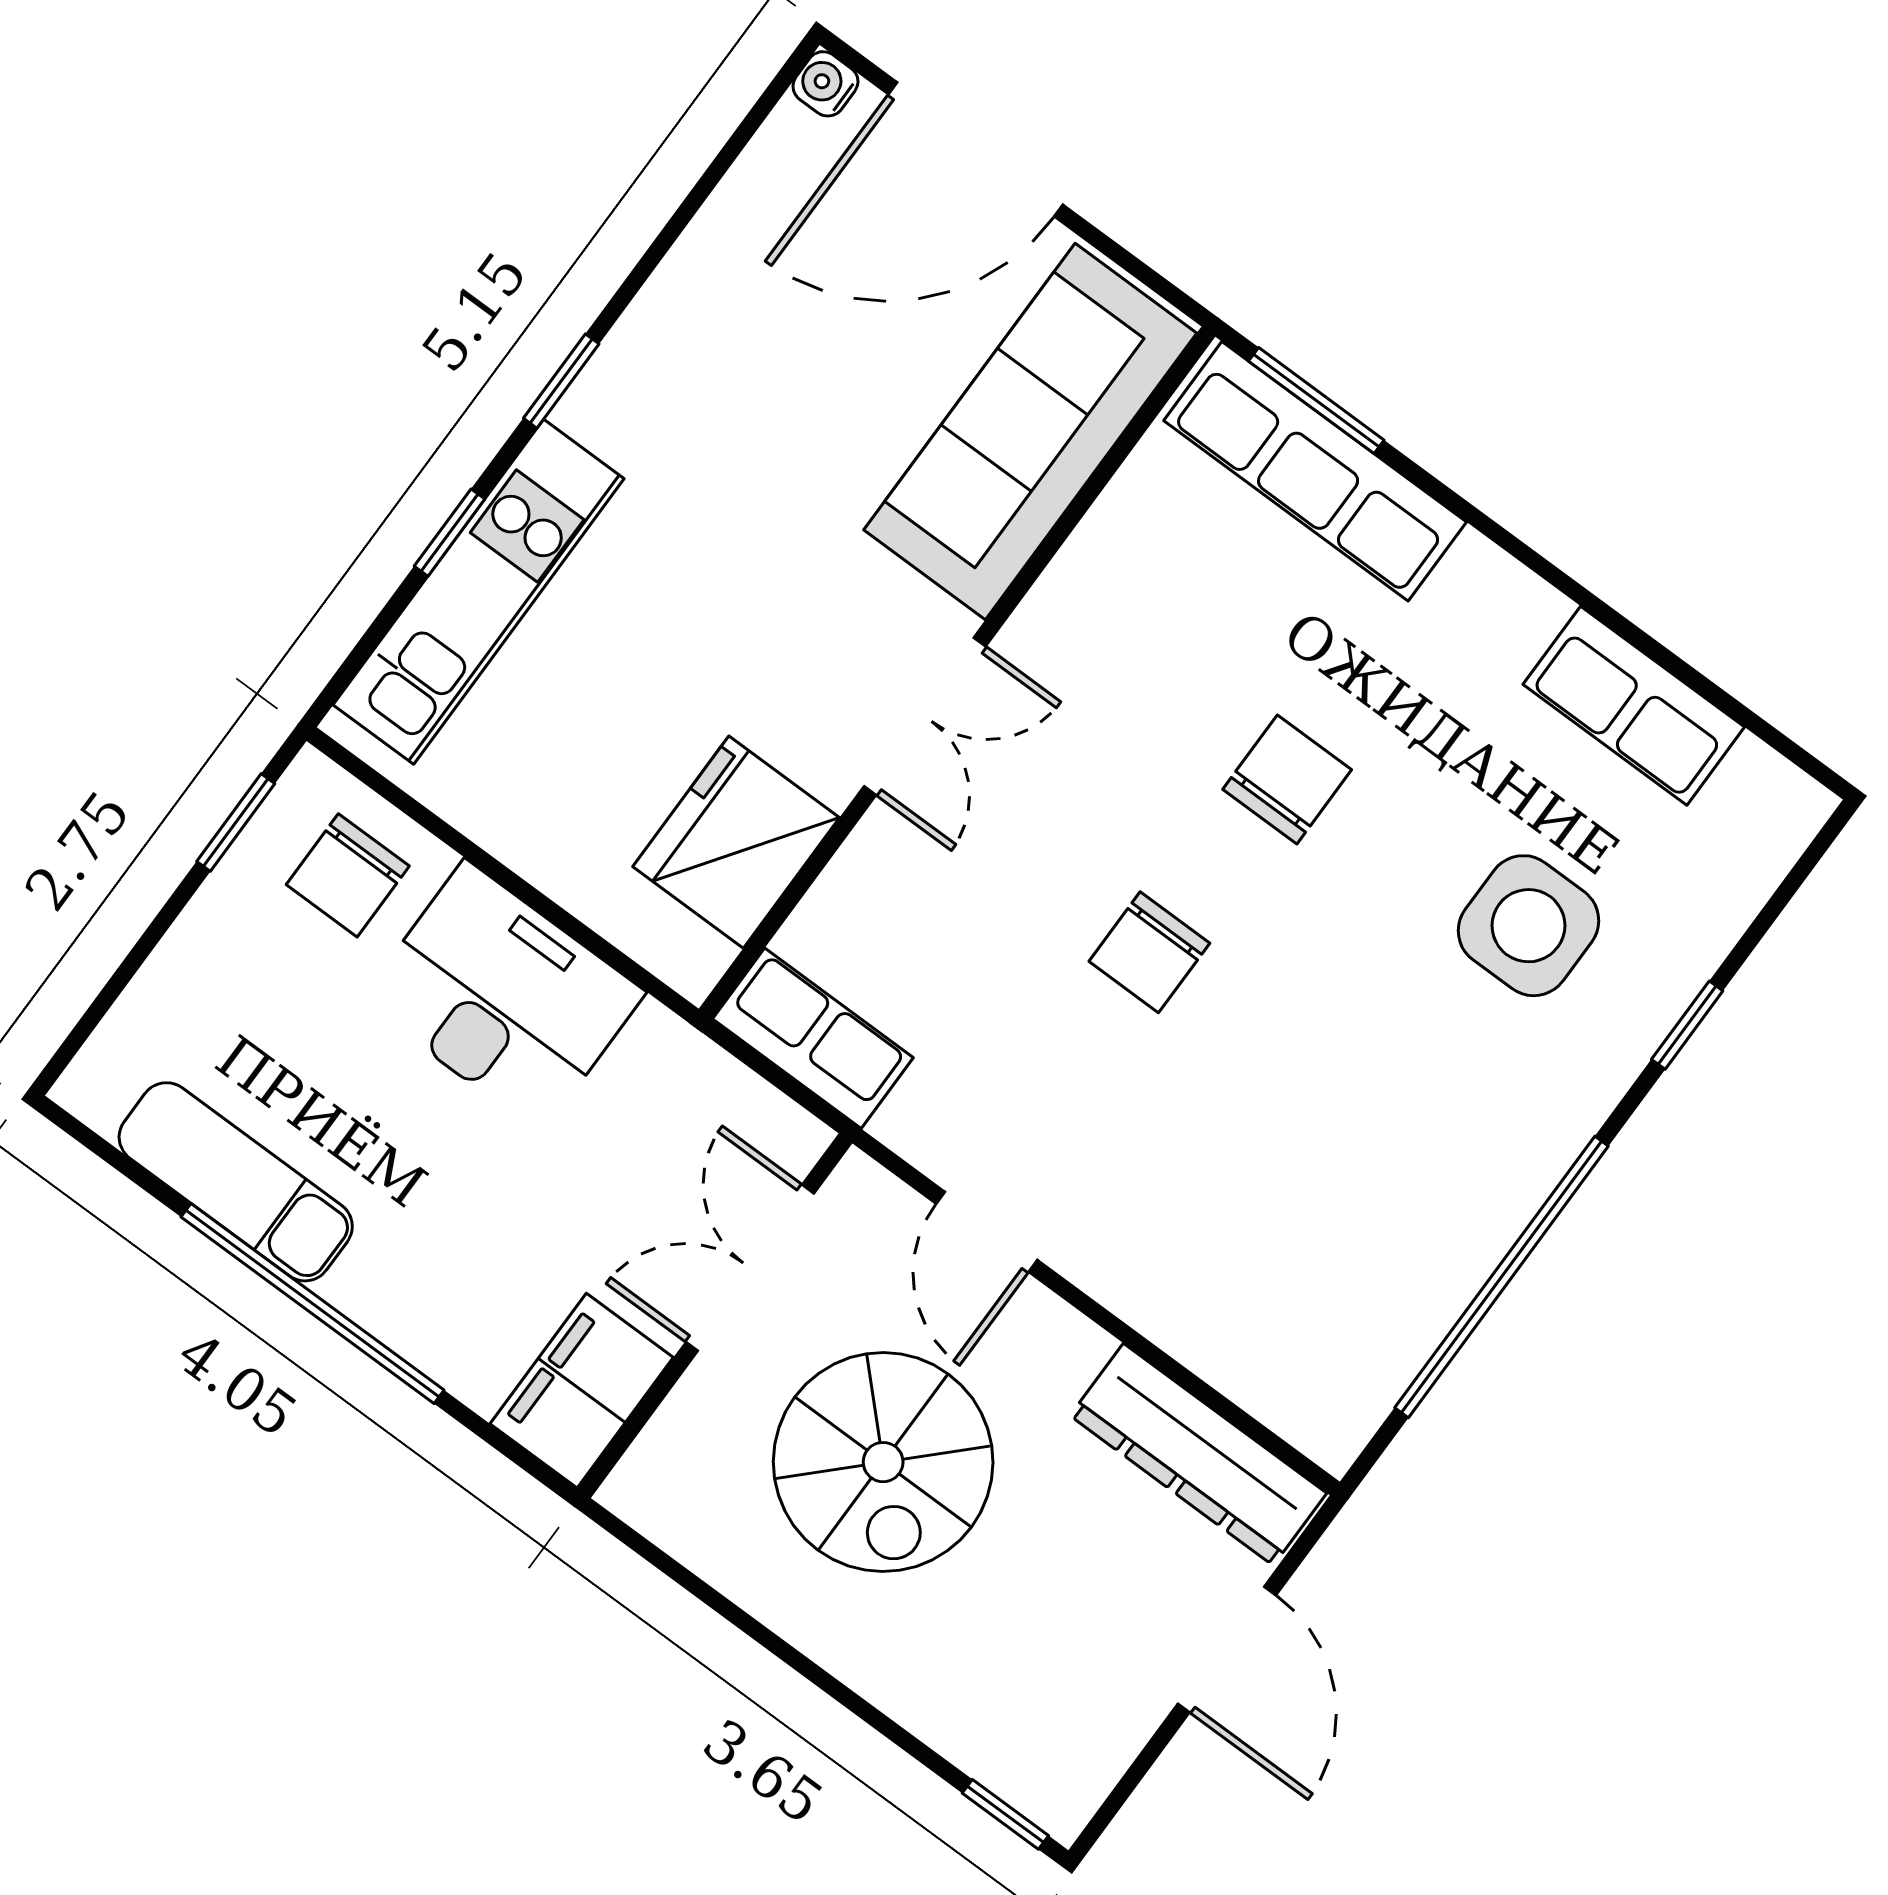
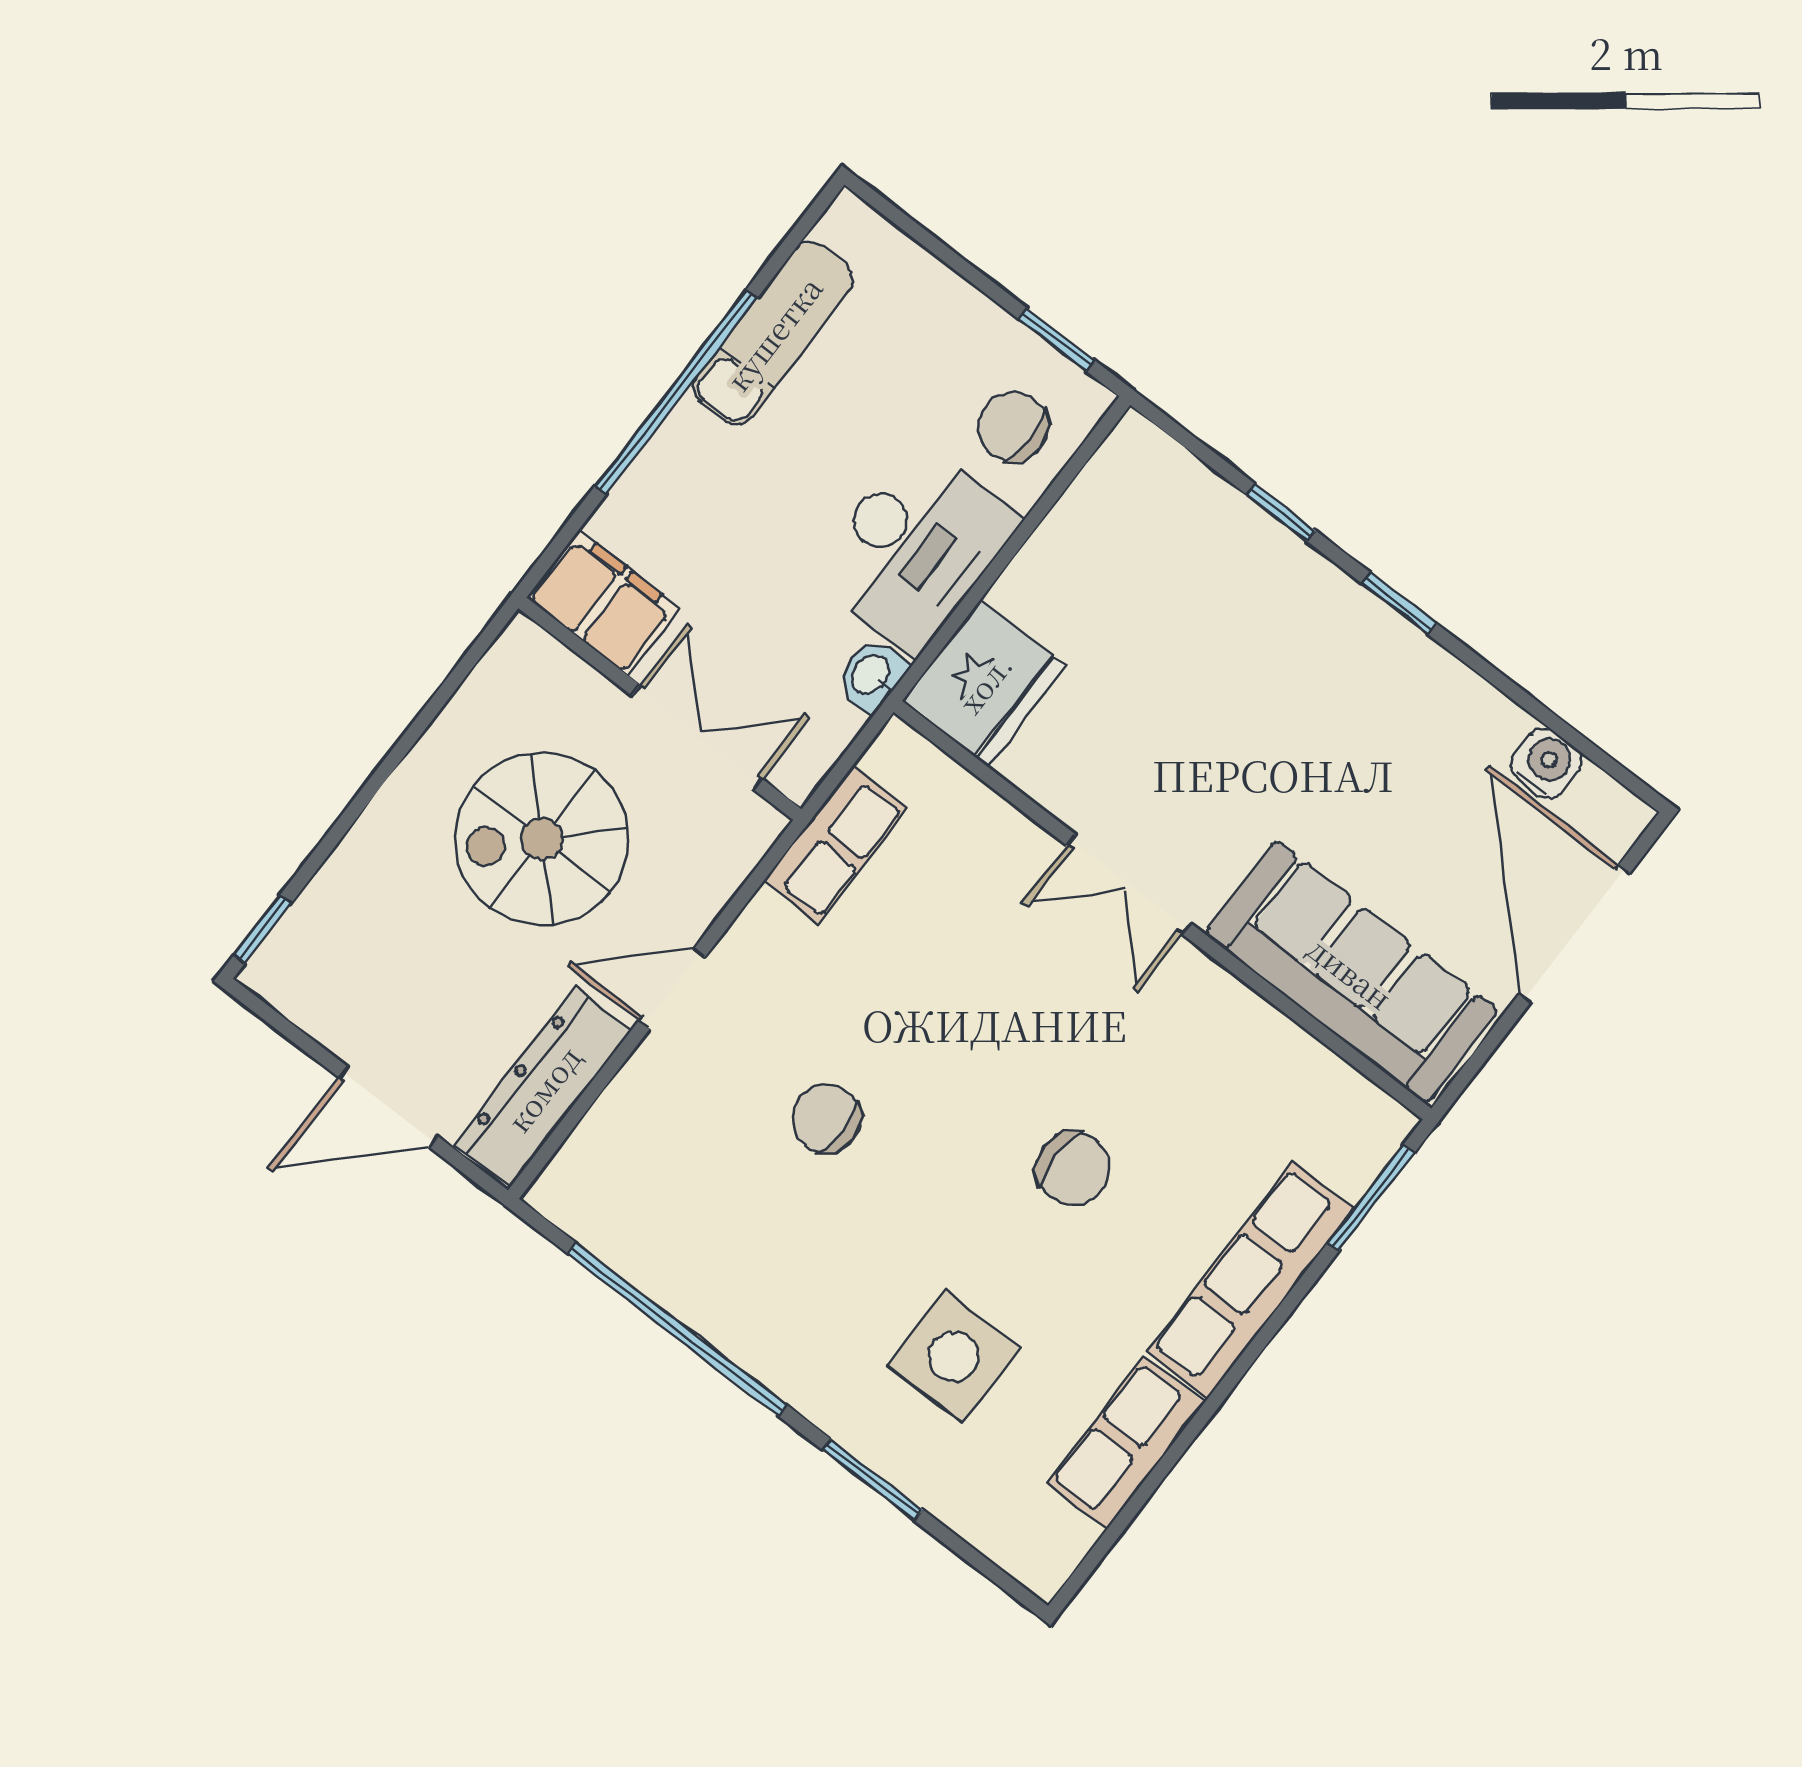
water cooler: (825, 84) -> (1546, 763), moved, width x1.38, depth x1.38
row of seats: (1315, 471) -> (1250, 1280), moved
kitchen unit: (479, 592) -> (1234, 535), removed
fridge: (736, 842) -> (984, 683), moved, turned 90
chair: (1149, 952) -> (827, 1118), moved
window: (1687, 1025) -> (873, 1480), width x1.50
row of seats: (813, 1038) -> (835, 845), moved
washbasin: (666, 1048) -> (872, 675), added
door: (987, 1232) -> (672, 989), moved

